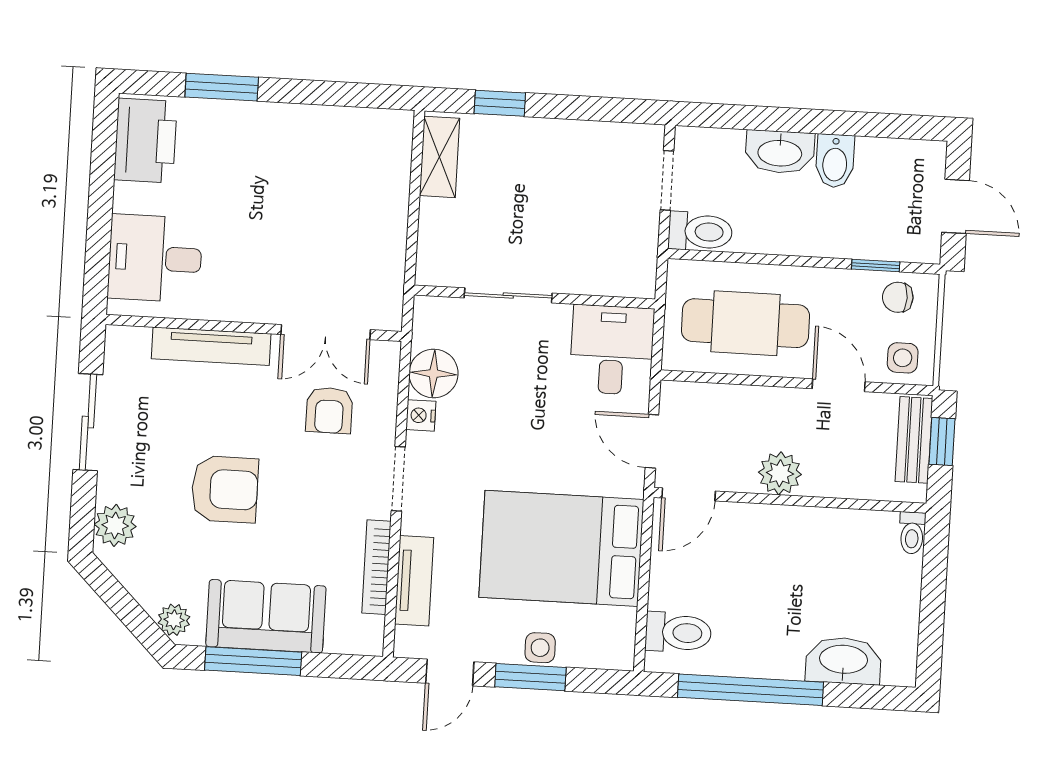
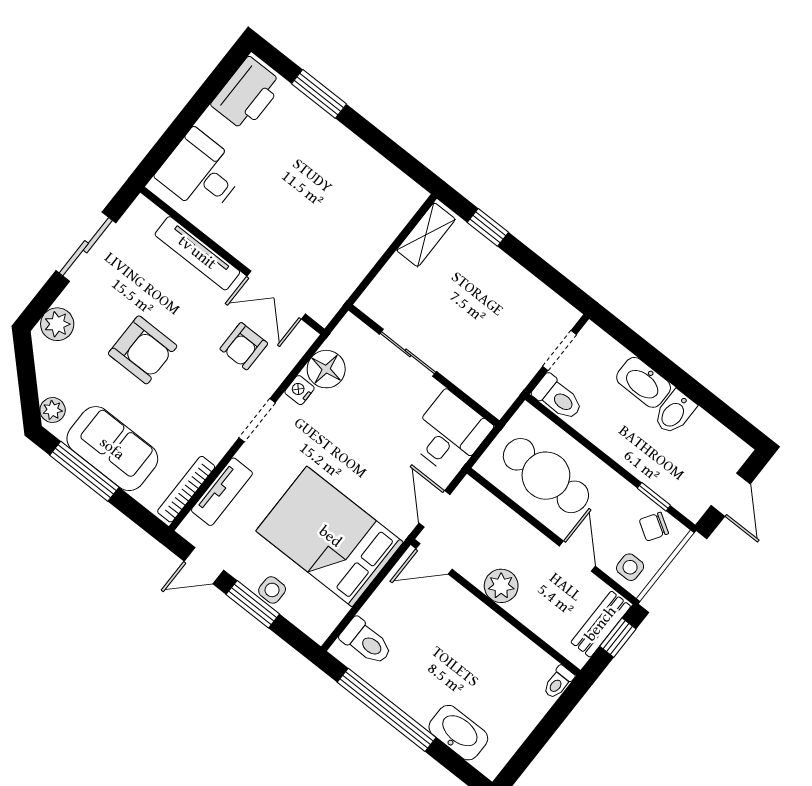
chair: (898, 297) -> (654, 527), turned -58
bookcase: (376, 567) -> (186, 489), moved

